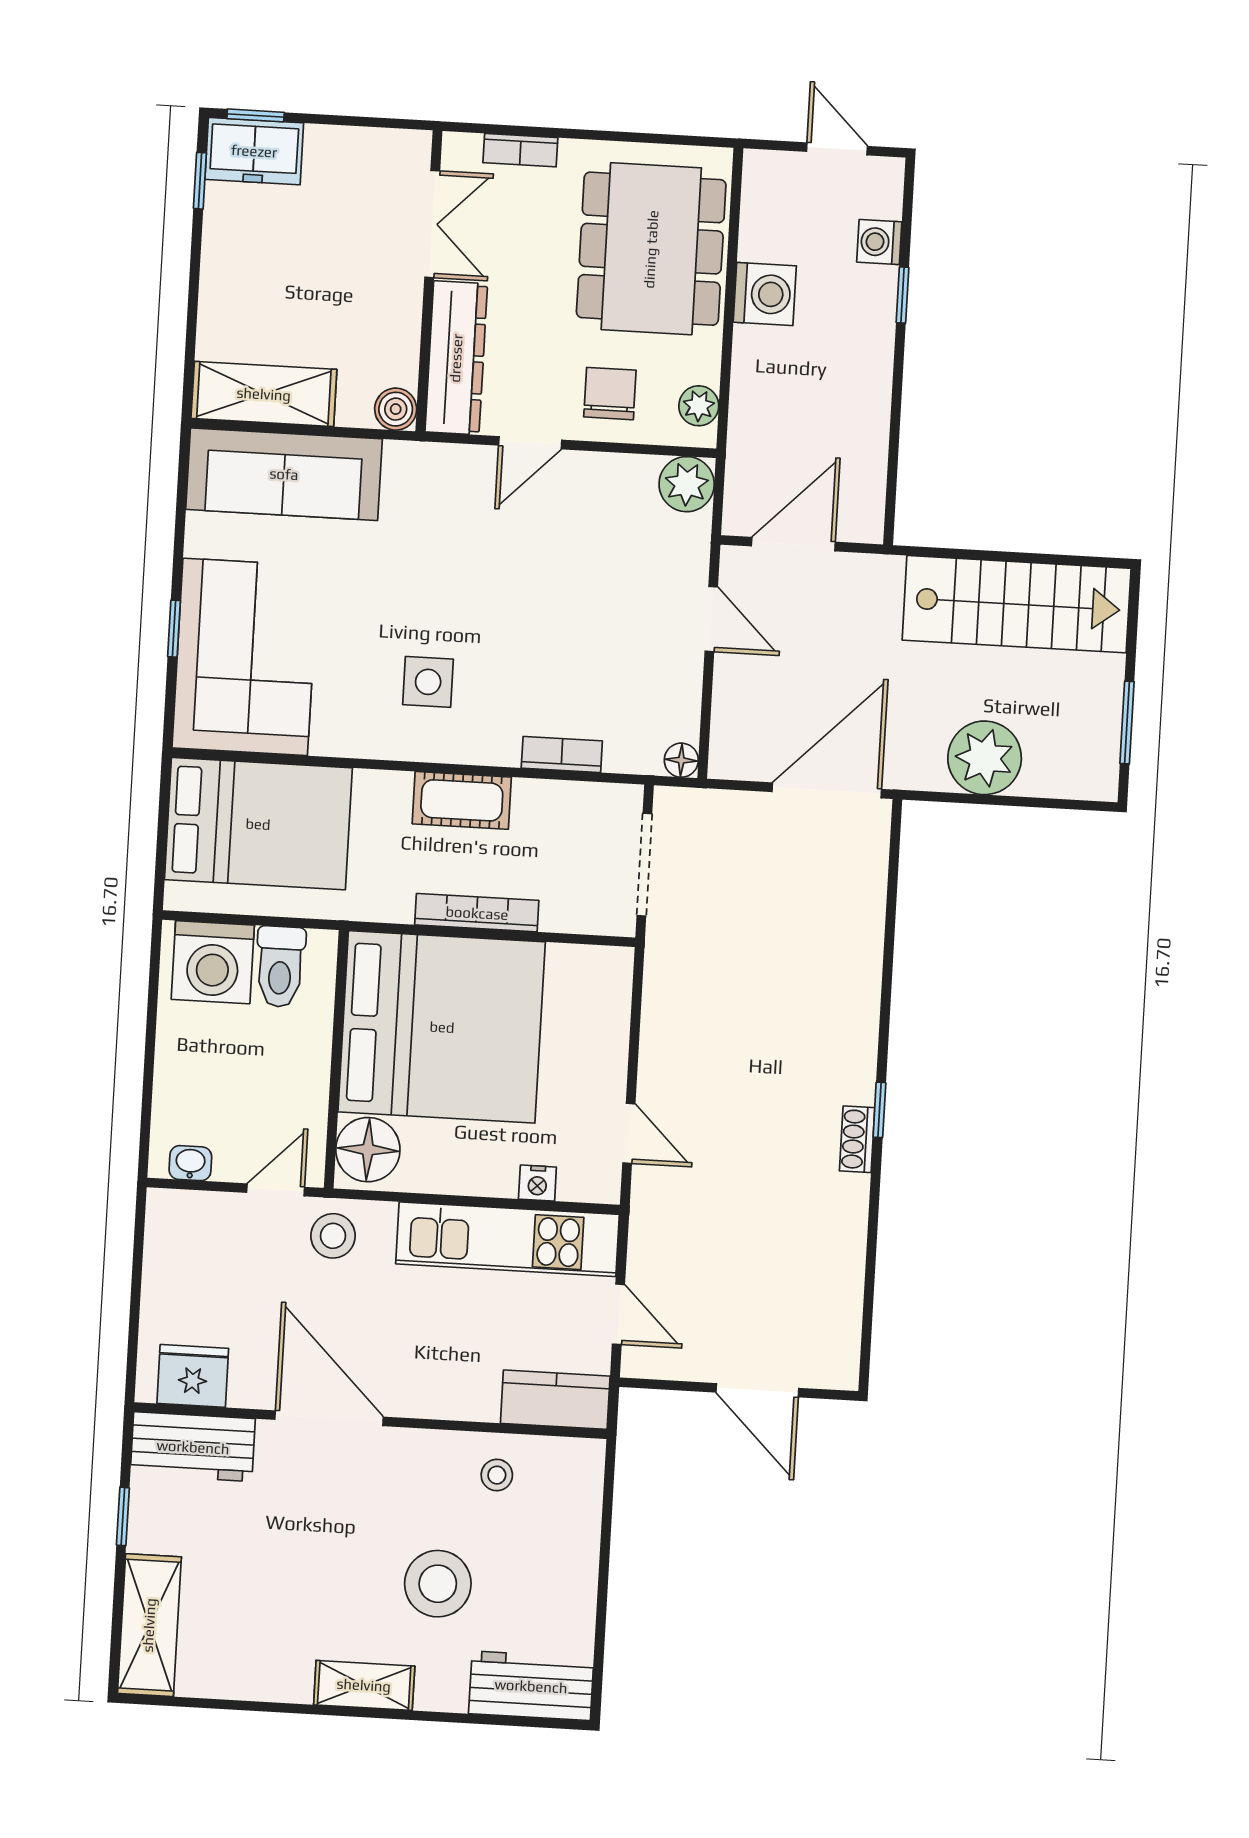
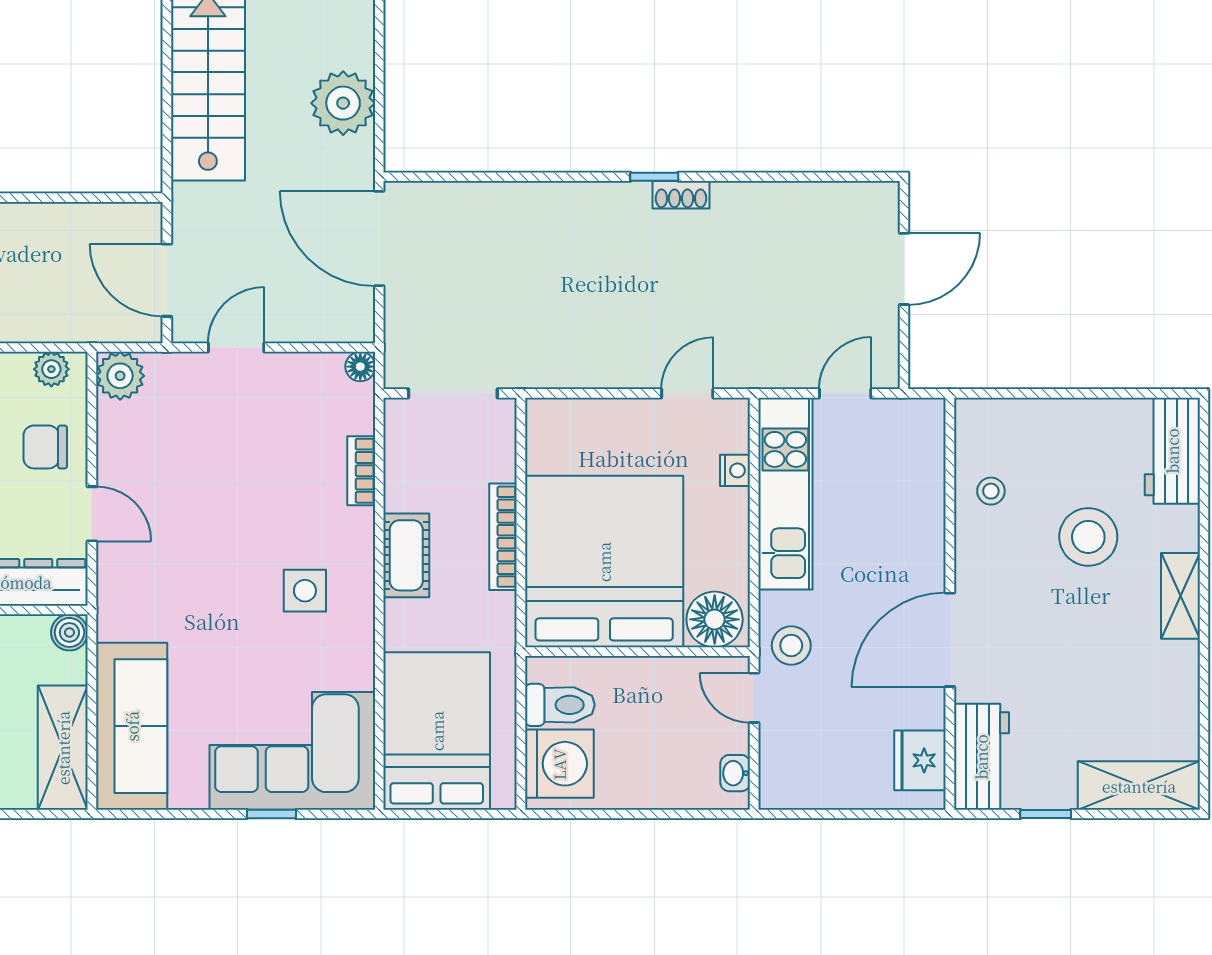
kitchen counter: (555, 1400) -> (922, 444), removed

